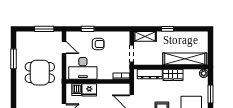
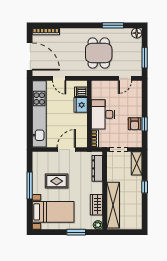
window: (88, 29) -> (145, 124), moved
floor lamp: (21, 36) -> (137, 33), added
armchair: (98, 44) -> (135, 124), moved
desk: (83, 68) -> (103, 114), moved
wardrobe: (173, 75) -> (96, 205), moved

